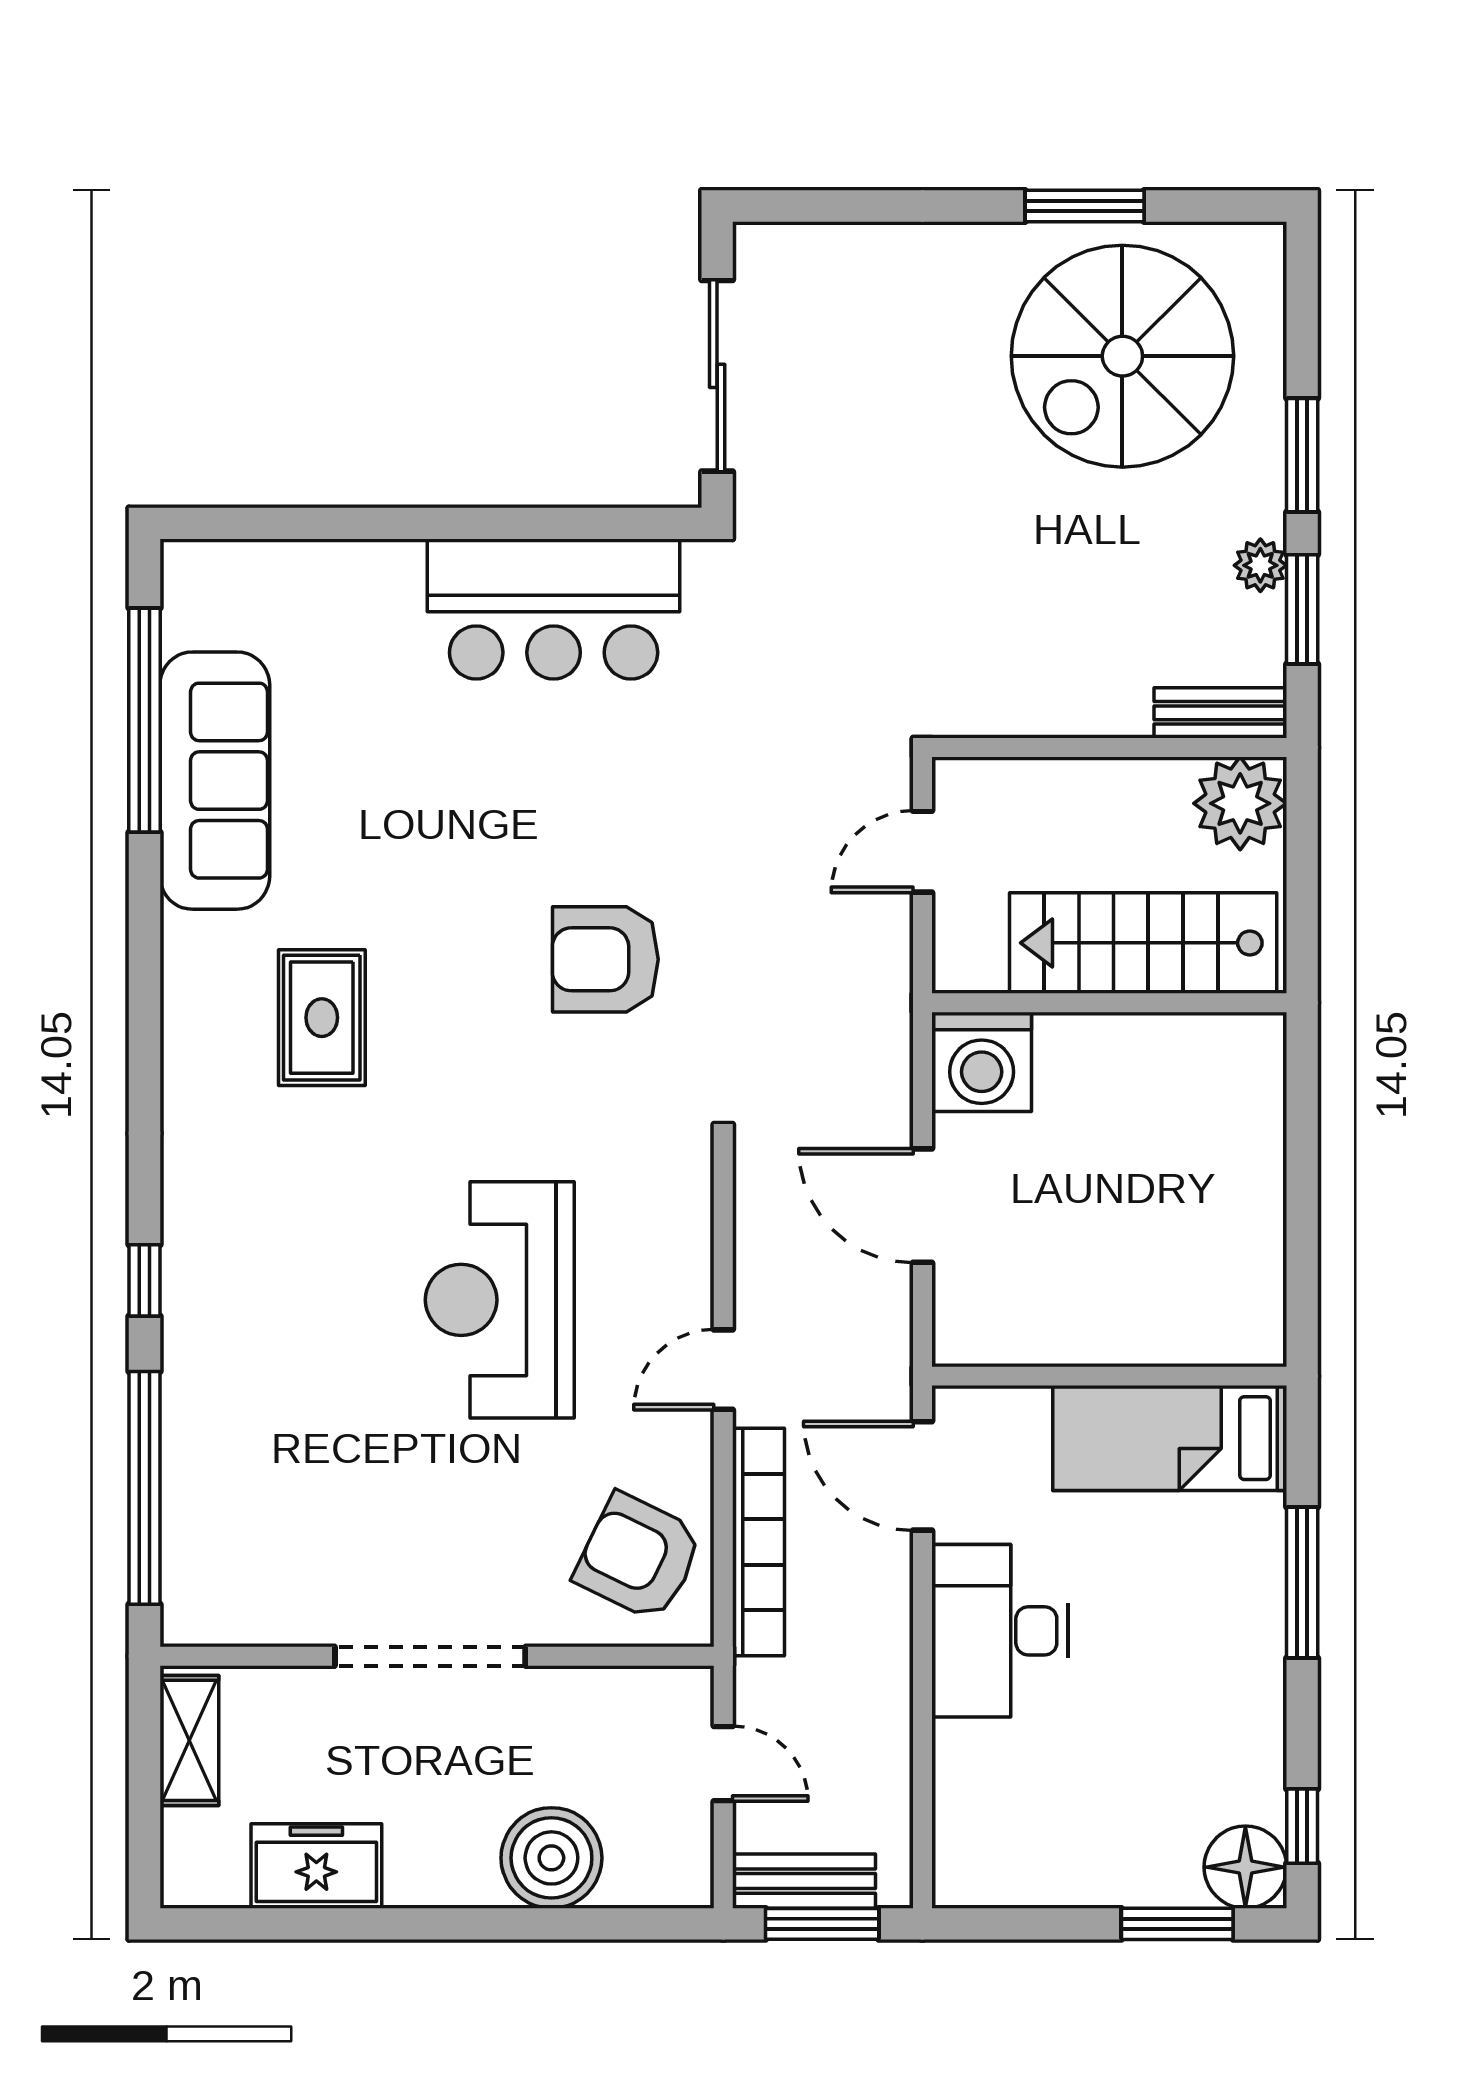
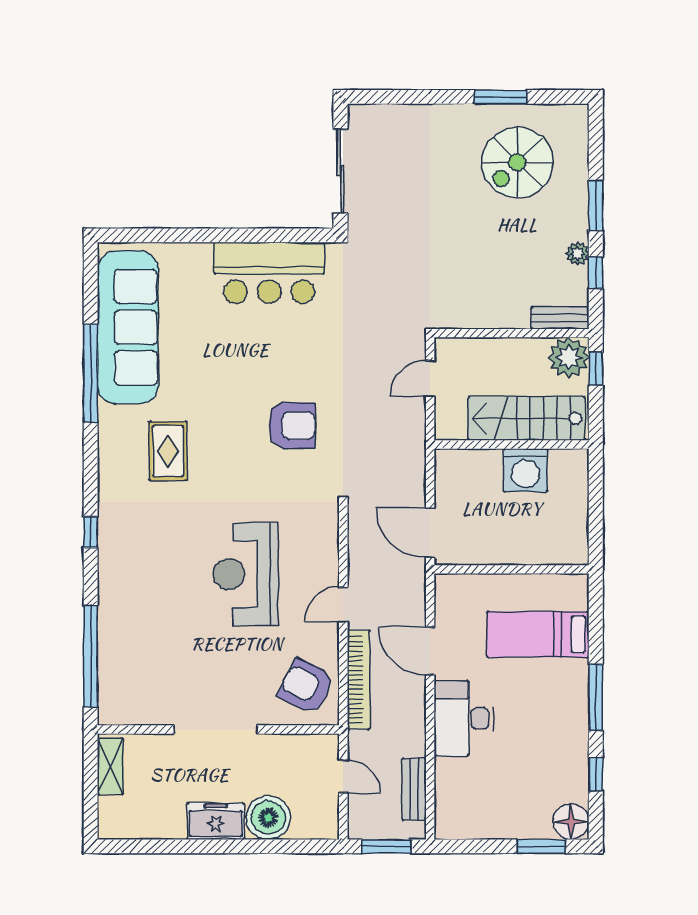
spiral stairs: (1122, 356) -> (517, 162), width x0.73, depth x0.73
window: (1302, 609) -> (596, 273), width x0.67
window: (144, 720) -> (91, 373), moved
sofa: (215, 781) -> (128, 327), width x1.36, depth x1.27
window: (1302, 829) -> (596, 369), added
armchair: (605, 959) -> (292, 426), turned 180
washing machine: (982, 1062) -> (525, 470), moved
window: (144, 1280) -> (91, 532), moved
wall: (1109, 1376) -> (512, 569), moved
window: (1302, 1826) -> (596, 774), moved
freezer: (316, 1866) -> (216, 821), moved
bench: (804, 1881) -> (414, 789), moved, turned 90

